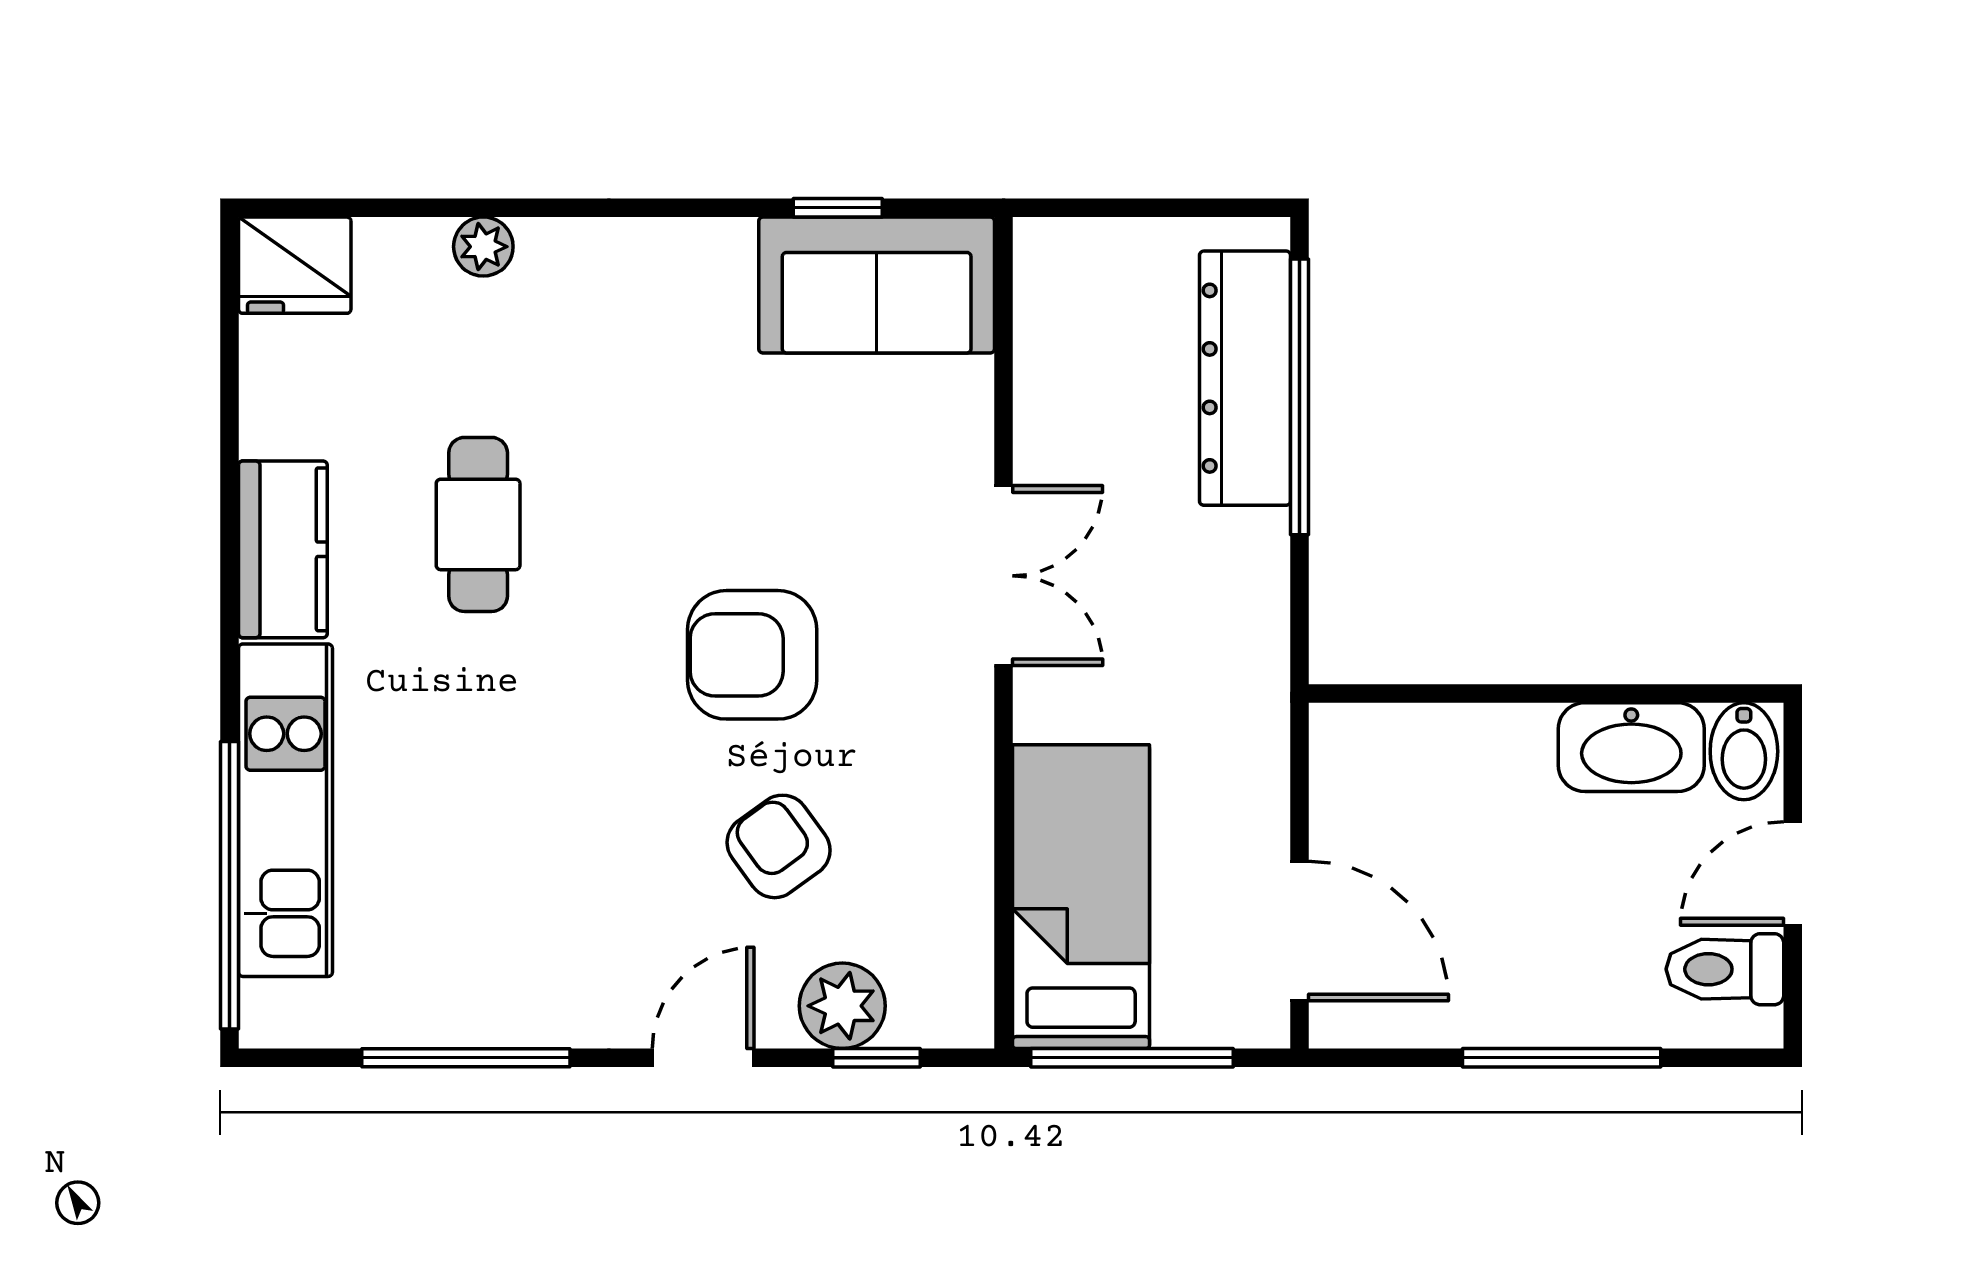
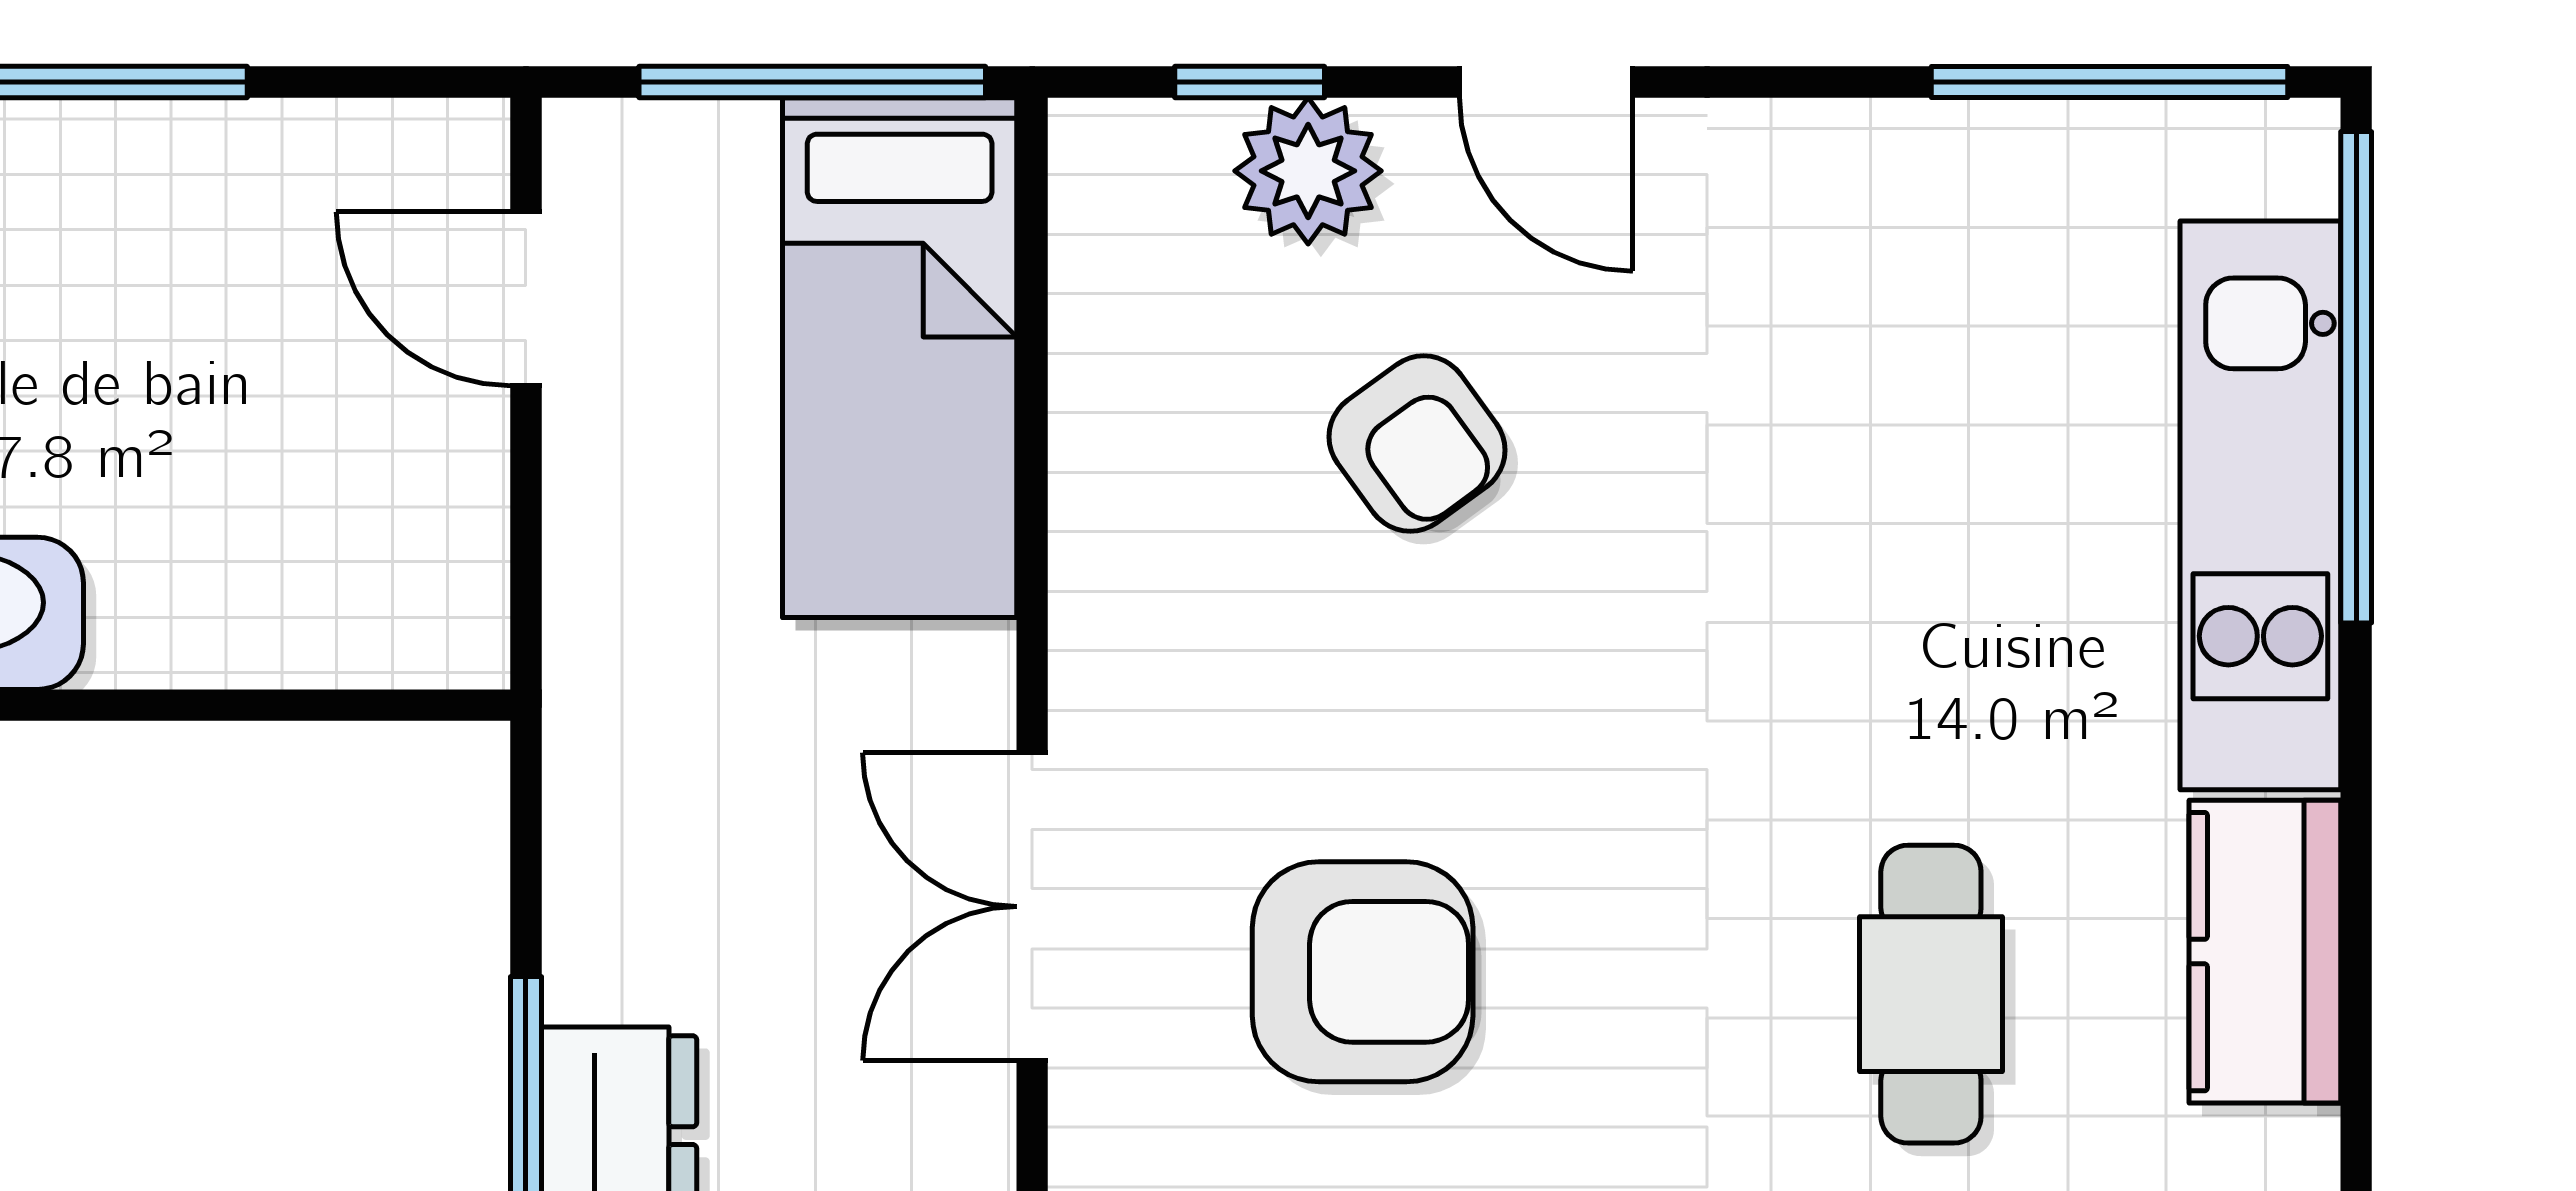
armchair: (752, 655) -> (1363, 972), moved
door: (1299, 931) -> (526, 299), width x0.73
window: (466, 1058) -> (2109, 82), moved
door: (703, 1058) -> (1546, 82), hinge flipped

